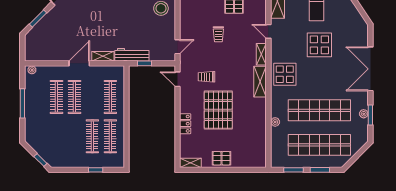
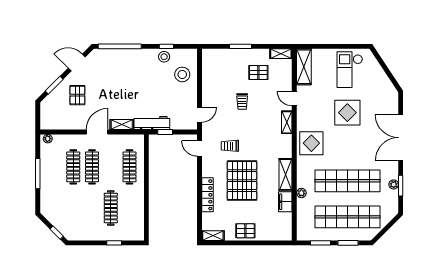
pallet: (60, 28) -> (77, 95), added
shelving: (260, 82) -> (286, 175), moved
locker: (185, 124) -> (208, 195), width x1.53
filing cabinet: (260, 130) -> (285, 202), added
clothes rail: (110, 136) -> (130, 208), removed

